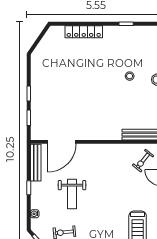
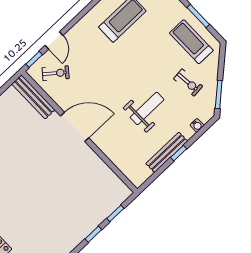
door: (62, 142) -> (75, 127), moved
bench: (36, 163) -> (167, 152), moved

